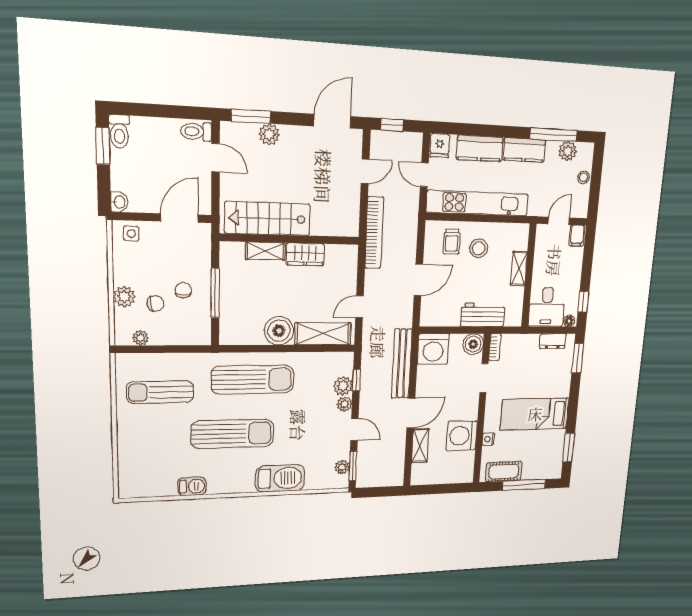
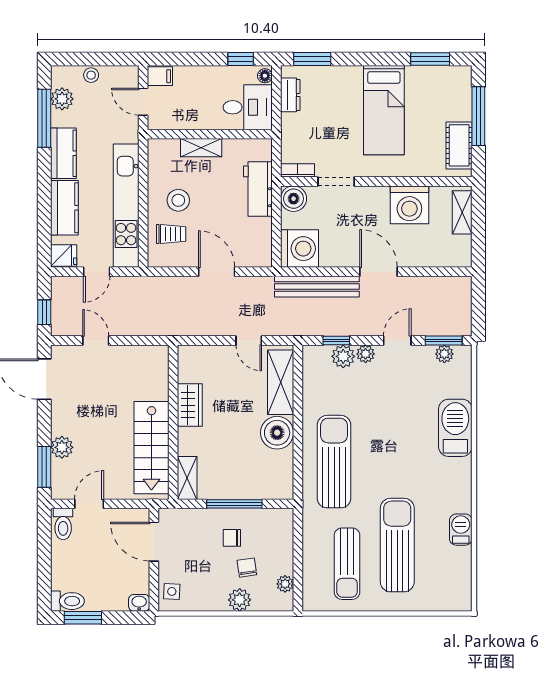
bookcase: (374, 233) -> (164, 327), removed
shelving: (265, 251) -> (187, 478), moved
sun lounger: (232, 434) -> (397, 545), moved
nightstand: (488, 439) -> (415, 170), removed
shelving: (420, 446) -> (462, 212), moved, turned 90

